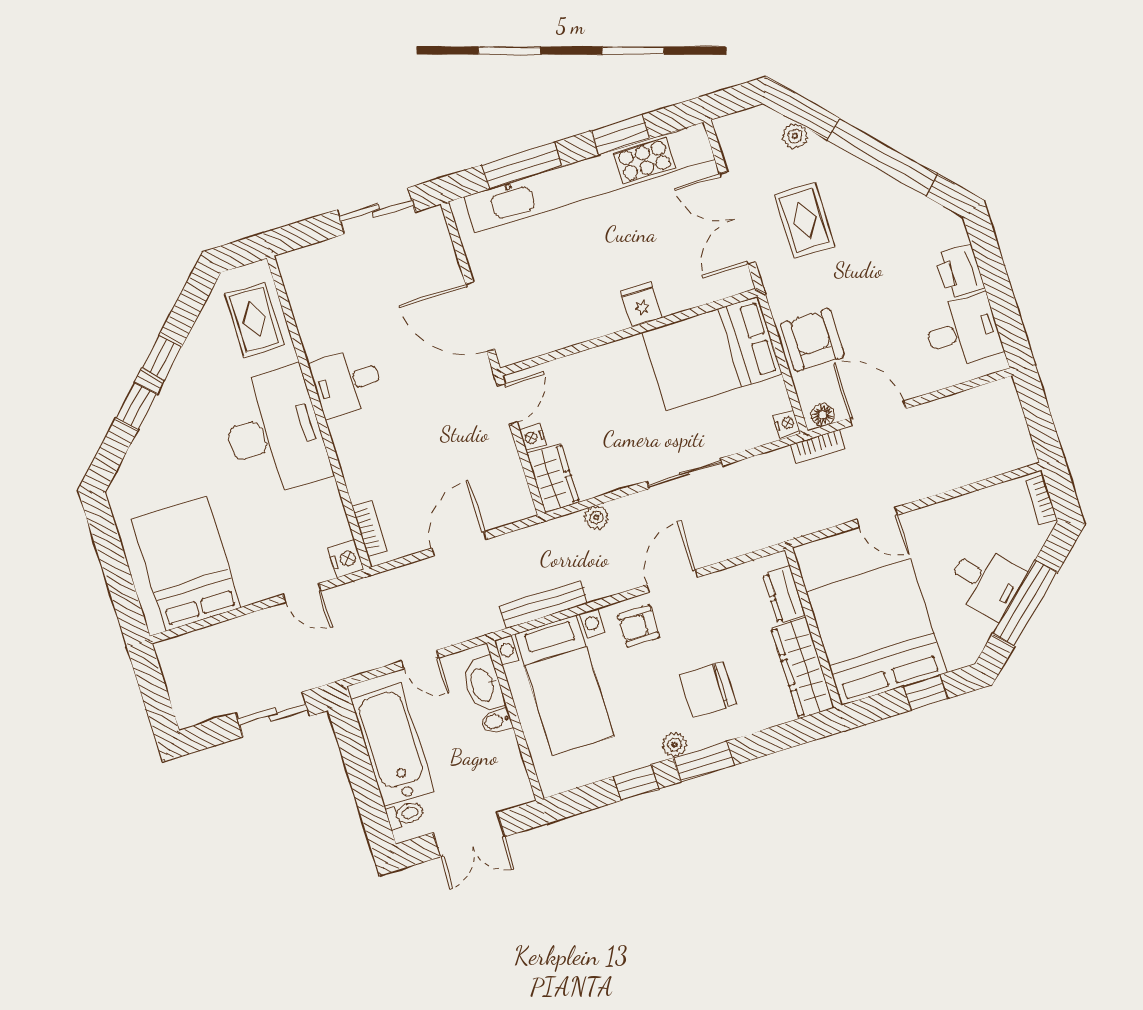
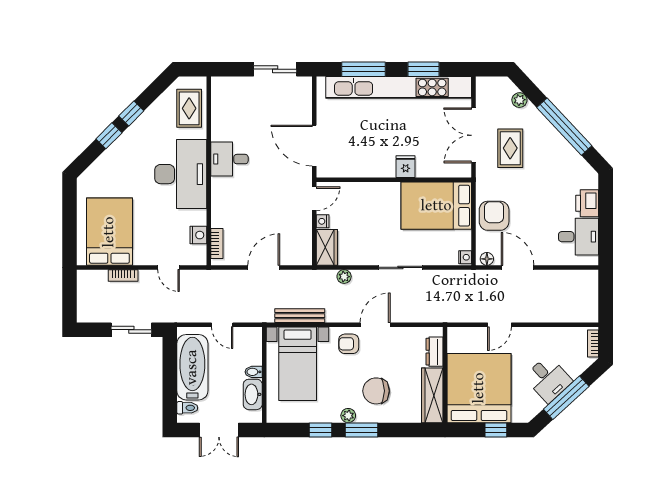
bookcase: (817, 447) -> (123, 276), moved
door: (877, 517) -> (499, 325), hinge flipped
nightstand: (346, 559) -> (198, 235), moved
washbasin: (483, 684) -> (253, 394), moved

